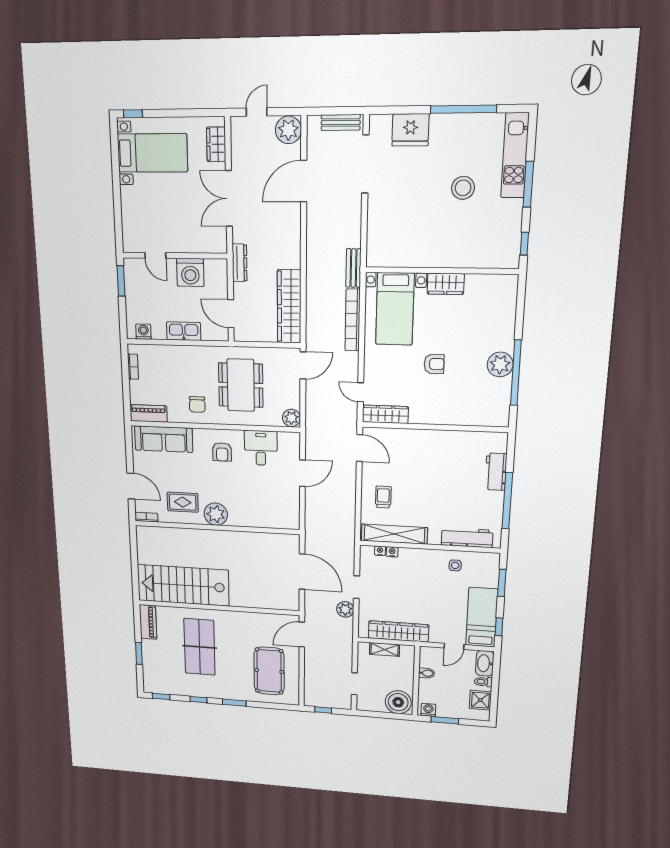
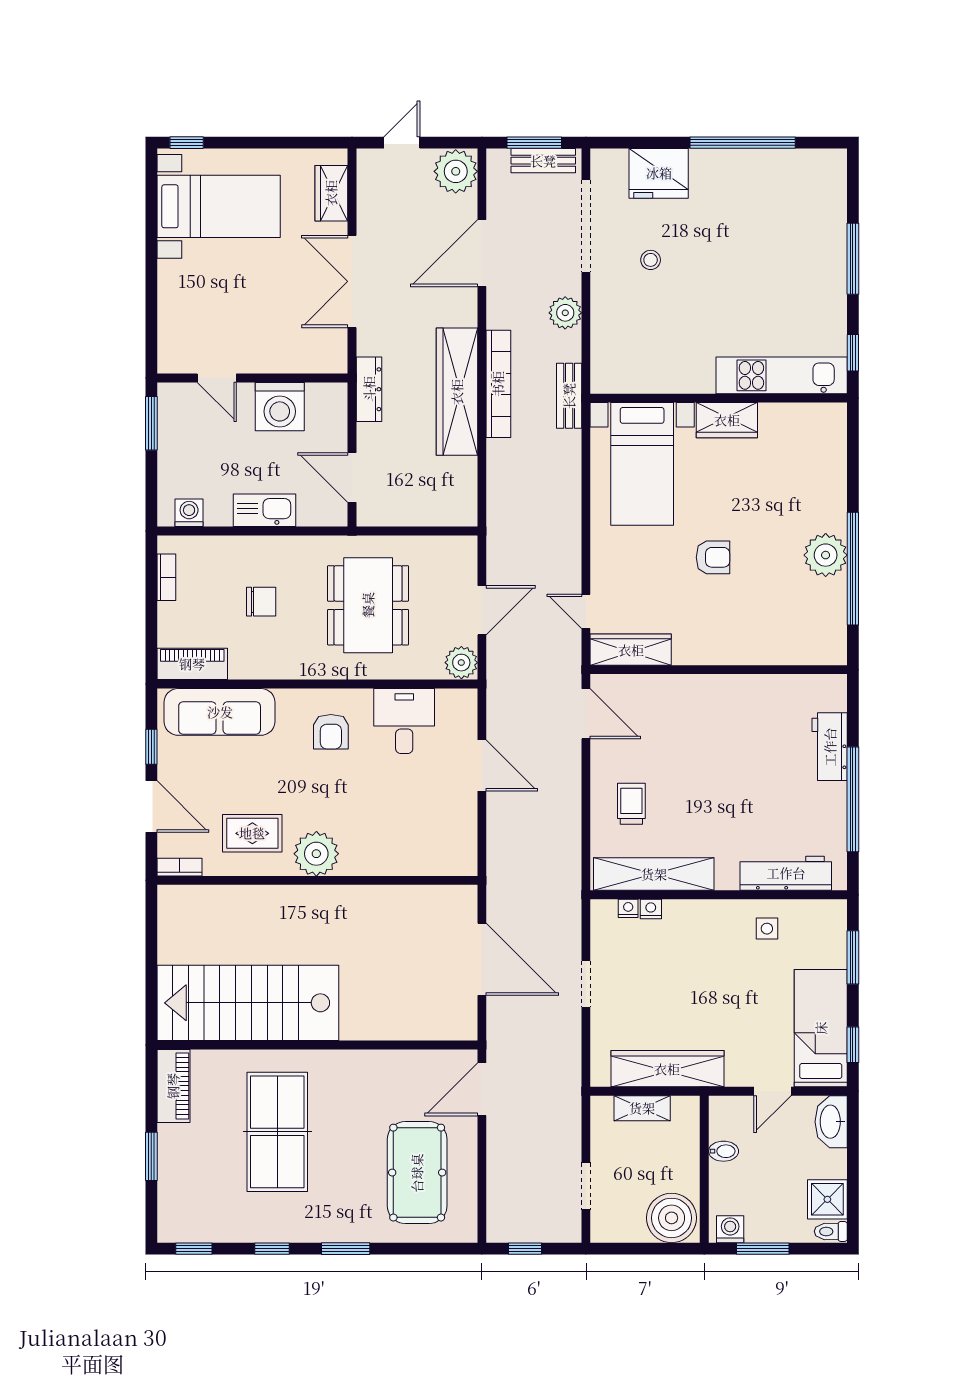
window: (335, 111) -> (534, 143), added
kitchen unit: (515, 155) -> (782, 375), moved, turned 90
stool: (463, 188) -> (651, 260), moved, width x0.53, depth x0.53
wardrobe: (289, 306) -> (457, 392), moved
bookcase: (353, 320) -> (498, 384), moved, turned 180
door: (303, 365) -> (482, 610), moved
chair: (197, 404) -> (261, 602), moved, turned -90
window: (129, 456) -> (151, 747), added
door: (302, 473) -> (482, 765), hinge flipped
plant: (345, 609) -> (565, 313), moved
toilet: (483, 682) -> (831, 1231), moved

